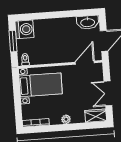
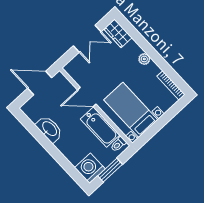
washbasin: (88, 22) -> (49, 129), moved
bathtub: (45, 57) -> (100, 127), added
door: (85, 63) -> (87, 97), moved

